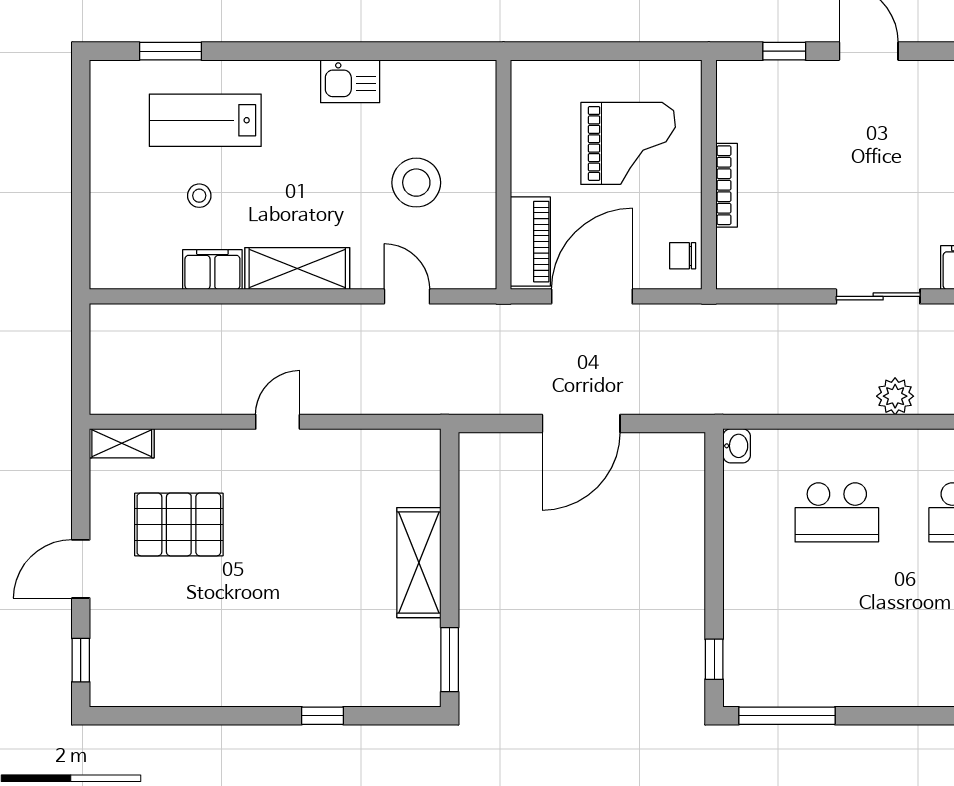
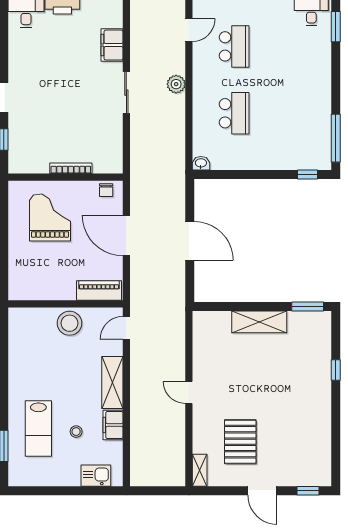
kitchen sink: (350, 81) -> (96, 476), moved, turned -90
wall: (504, 175) -> (66, 304), moved
piano: (530, 242) -> (99, 291), moved

